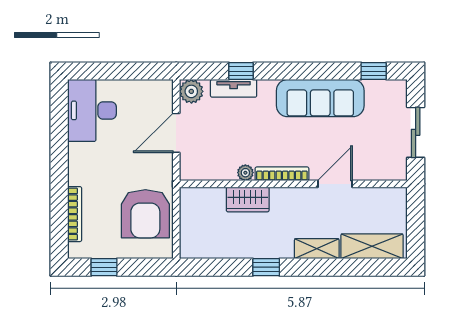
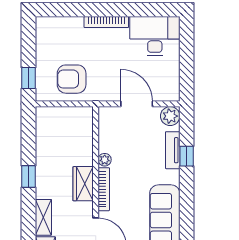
wardrobe: (248, 199) -> (83, 184), moved
bookcase: (75, 214) -> (106, 22), moved
armchair: (145, 214) -> (72, 79), width x0.73, depth x0.73
window: (104, 267) -> (28, 78), moved

